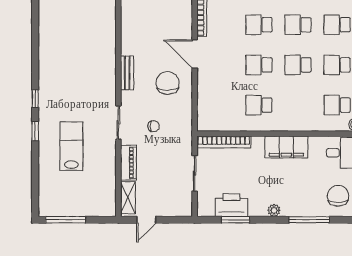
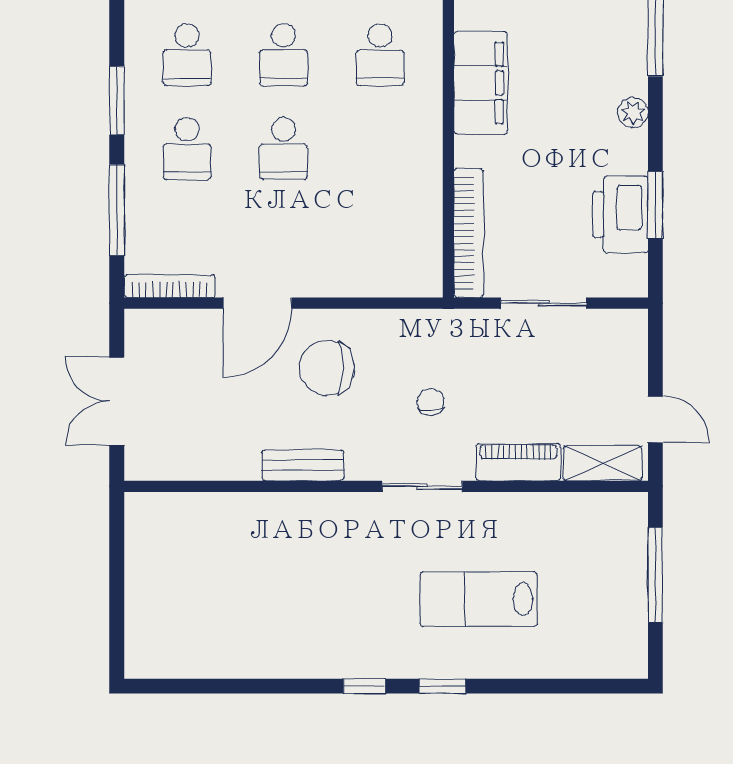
school desk: (259, 105) -> (380, 55), moved
window: (66, 220) -> (655, 575), moved

